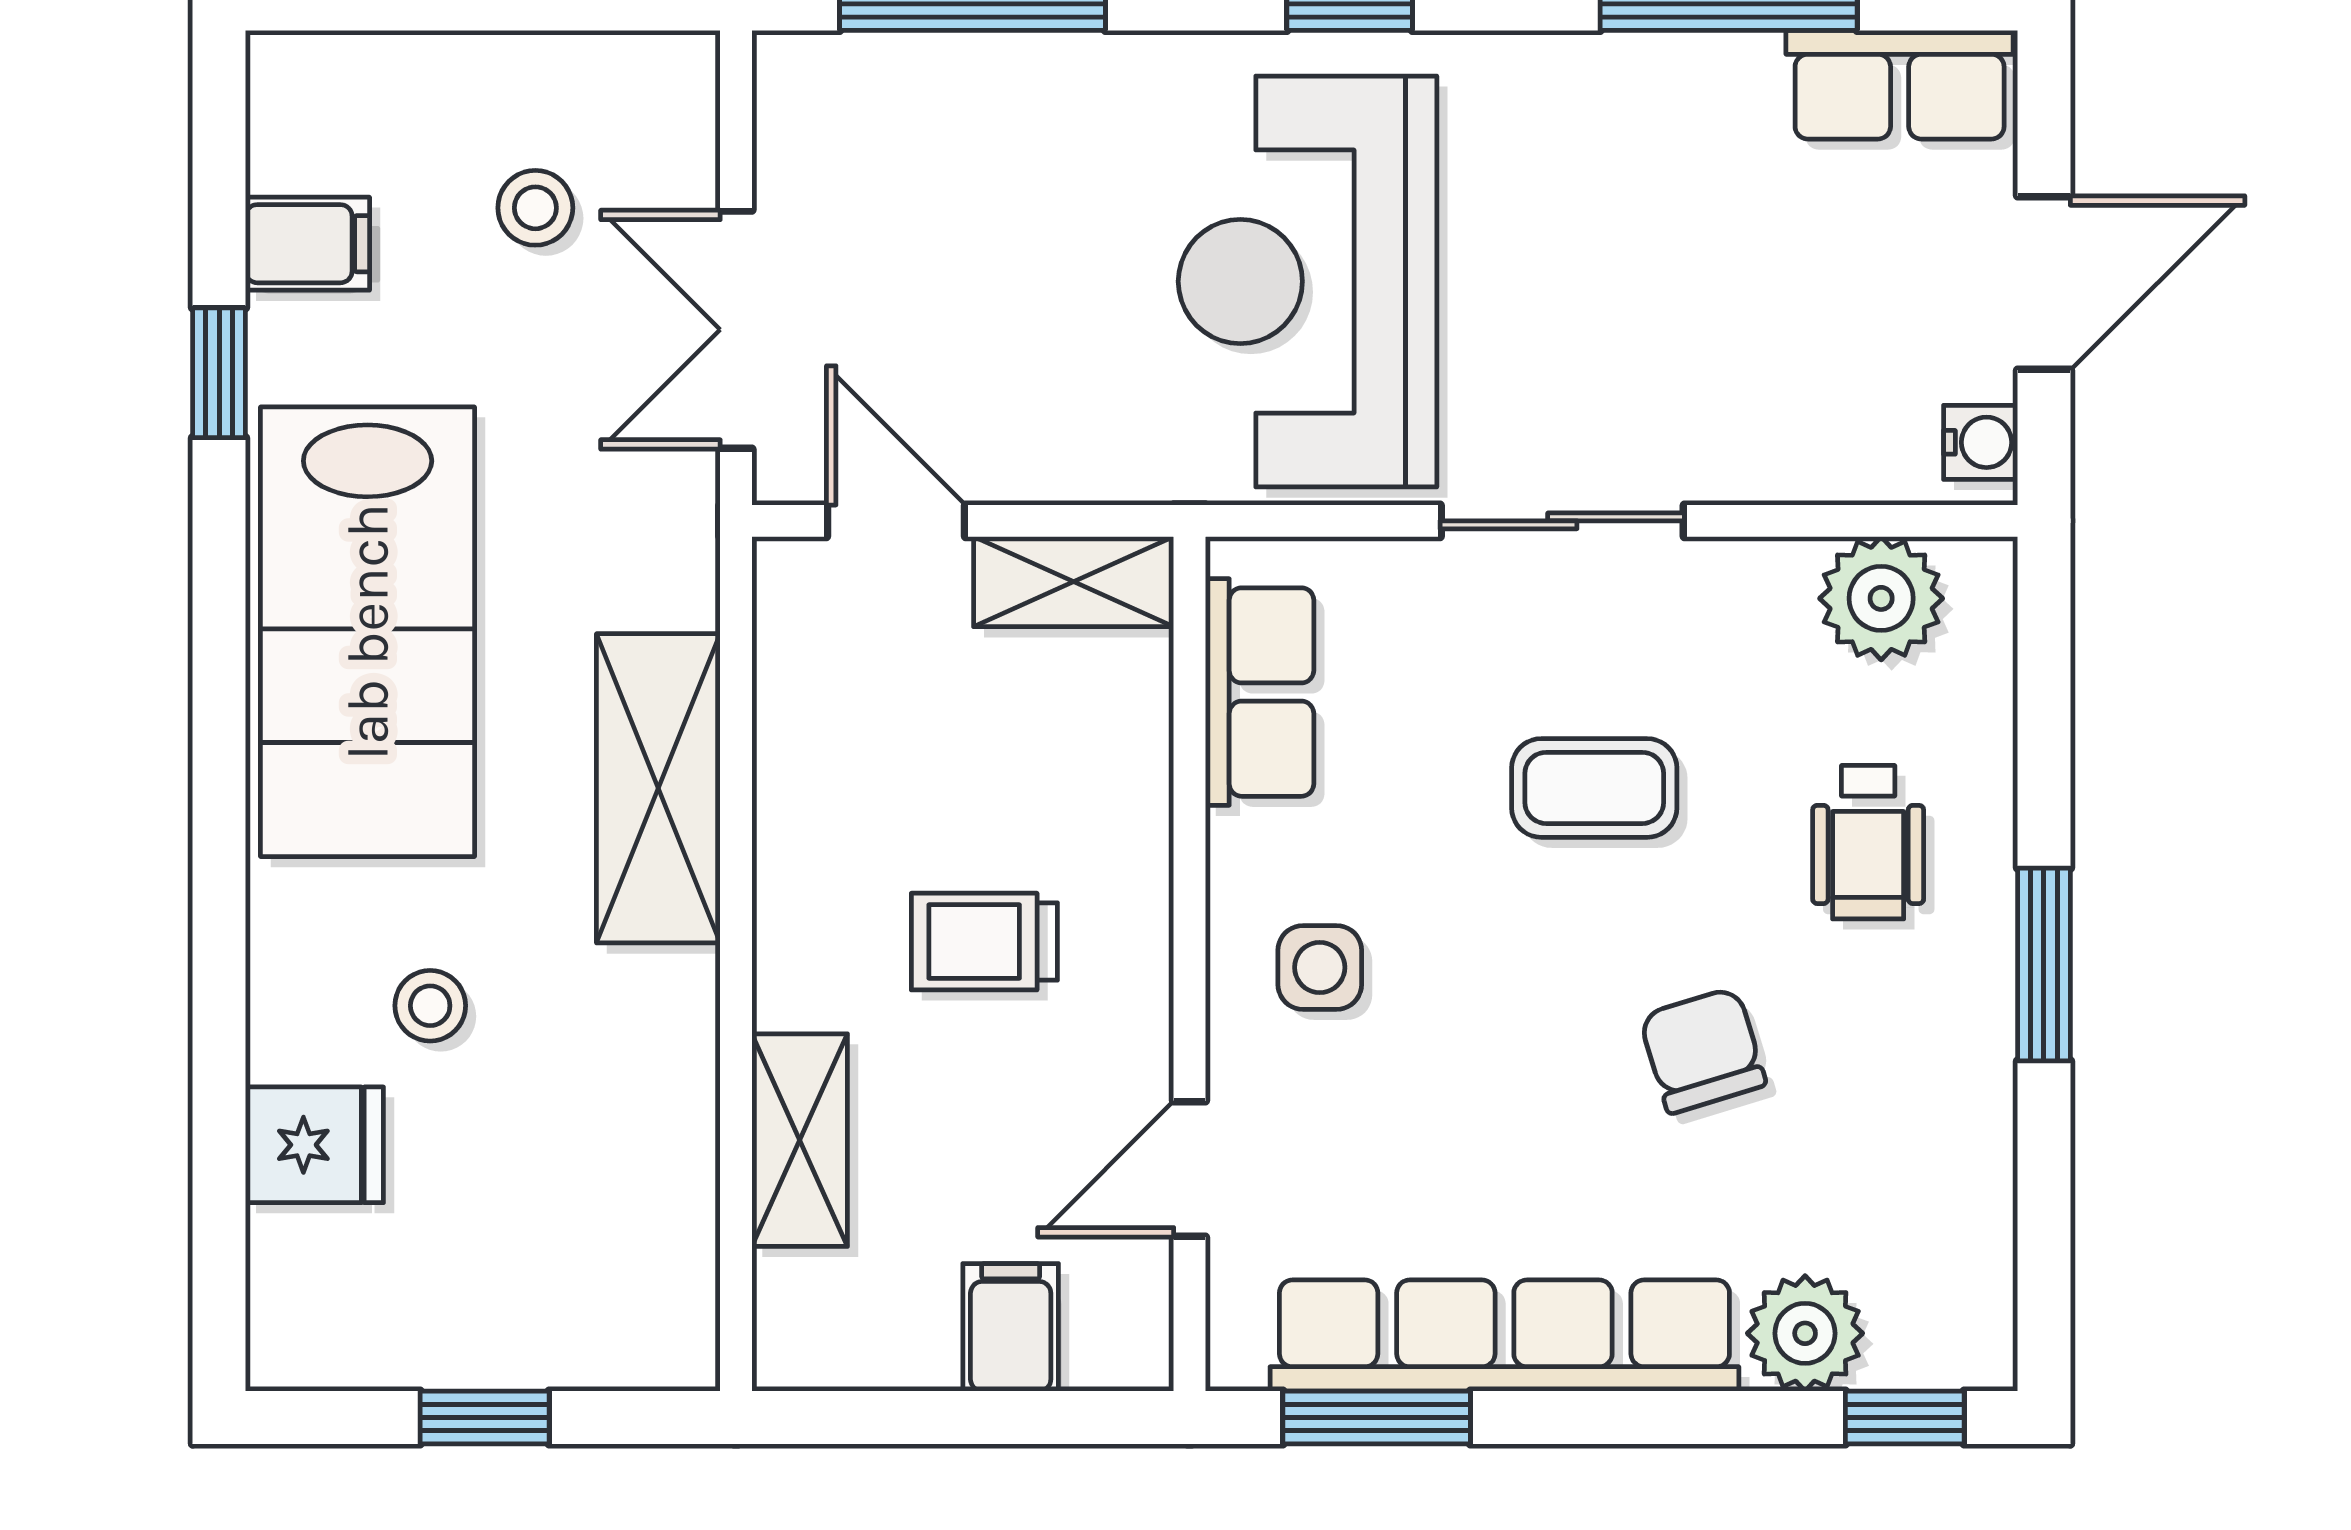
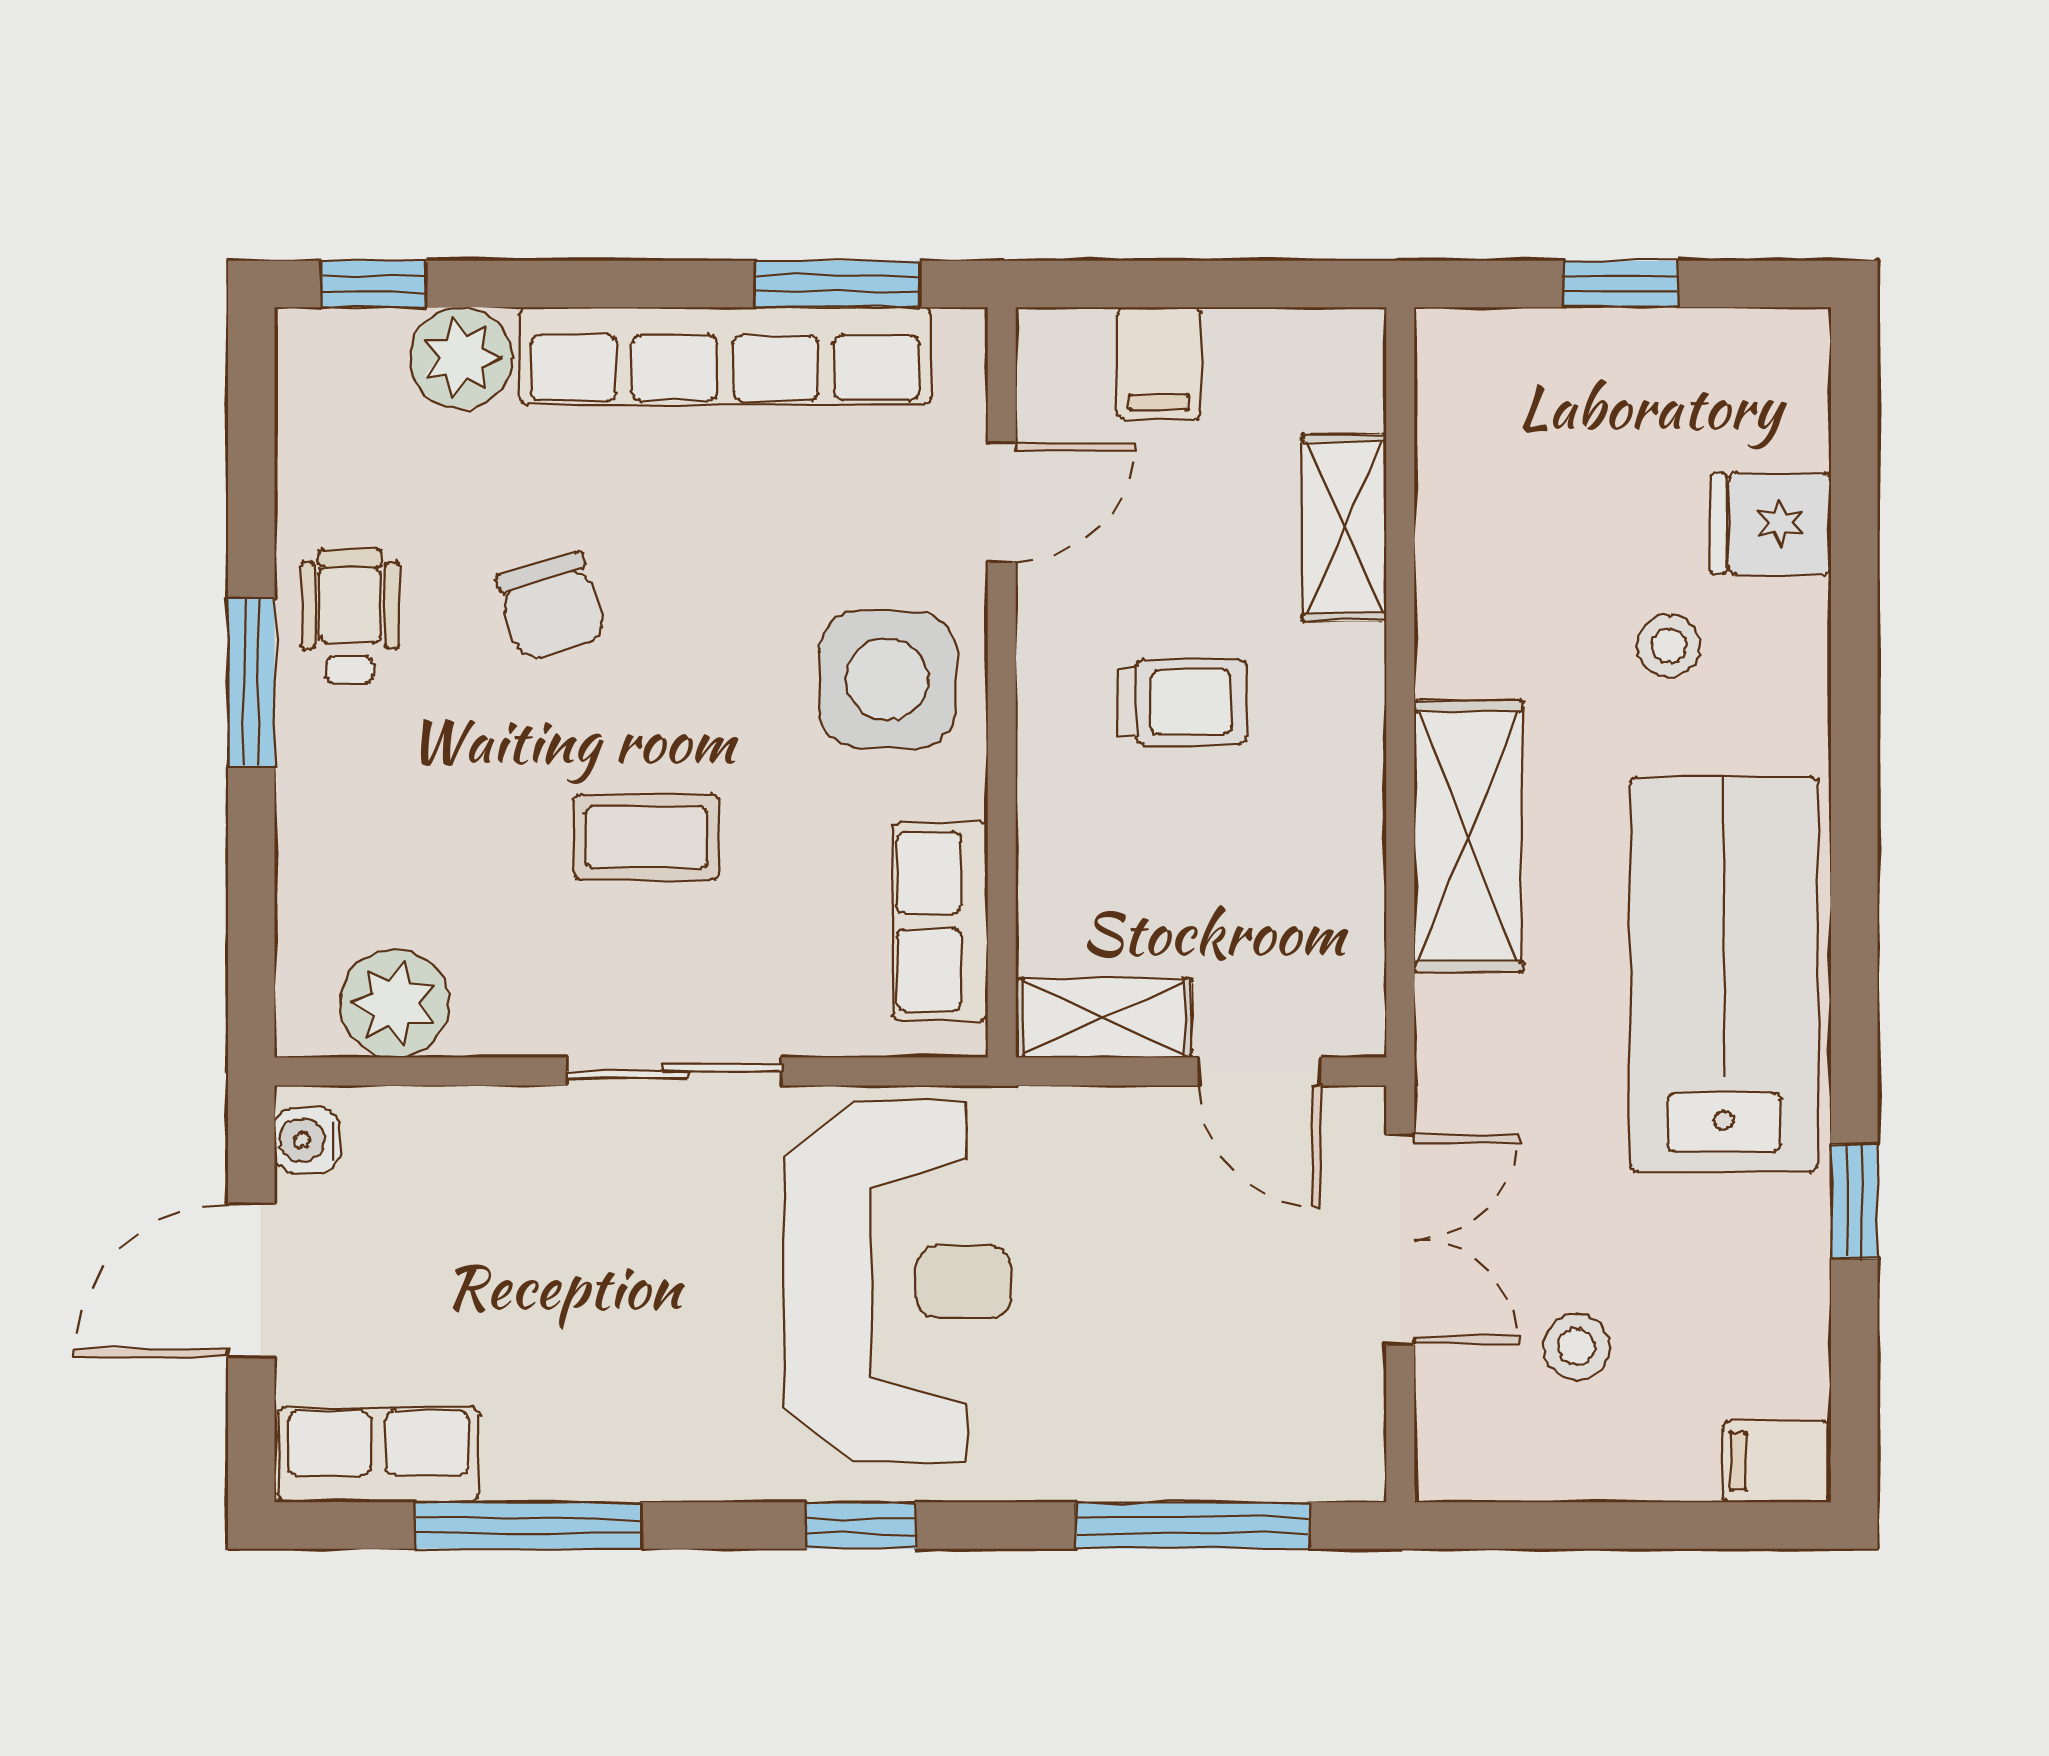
filing cabinet: (307, 244) -> (1777, 1461), moved
wheelchair: (1868, 842) -> (350, 616), moved
side table: (1320, 967) -> (887, 679), width x1.87, depth x1.87

